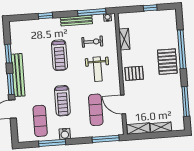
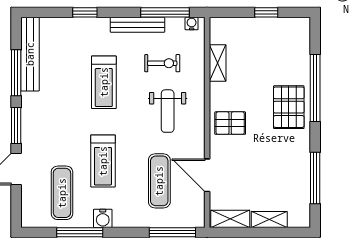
window: (8, 54) -> (16, 73), width x1.44
bench: (18, 75) -> (30, 54), moved

